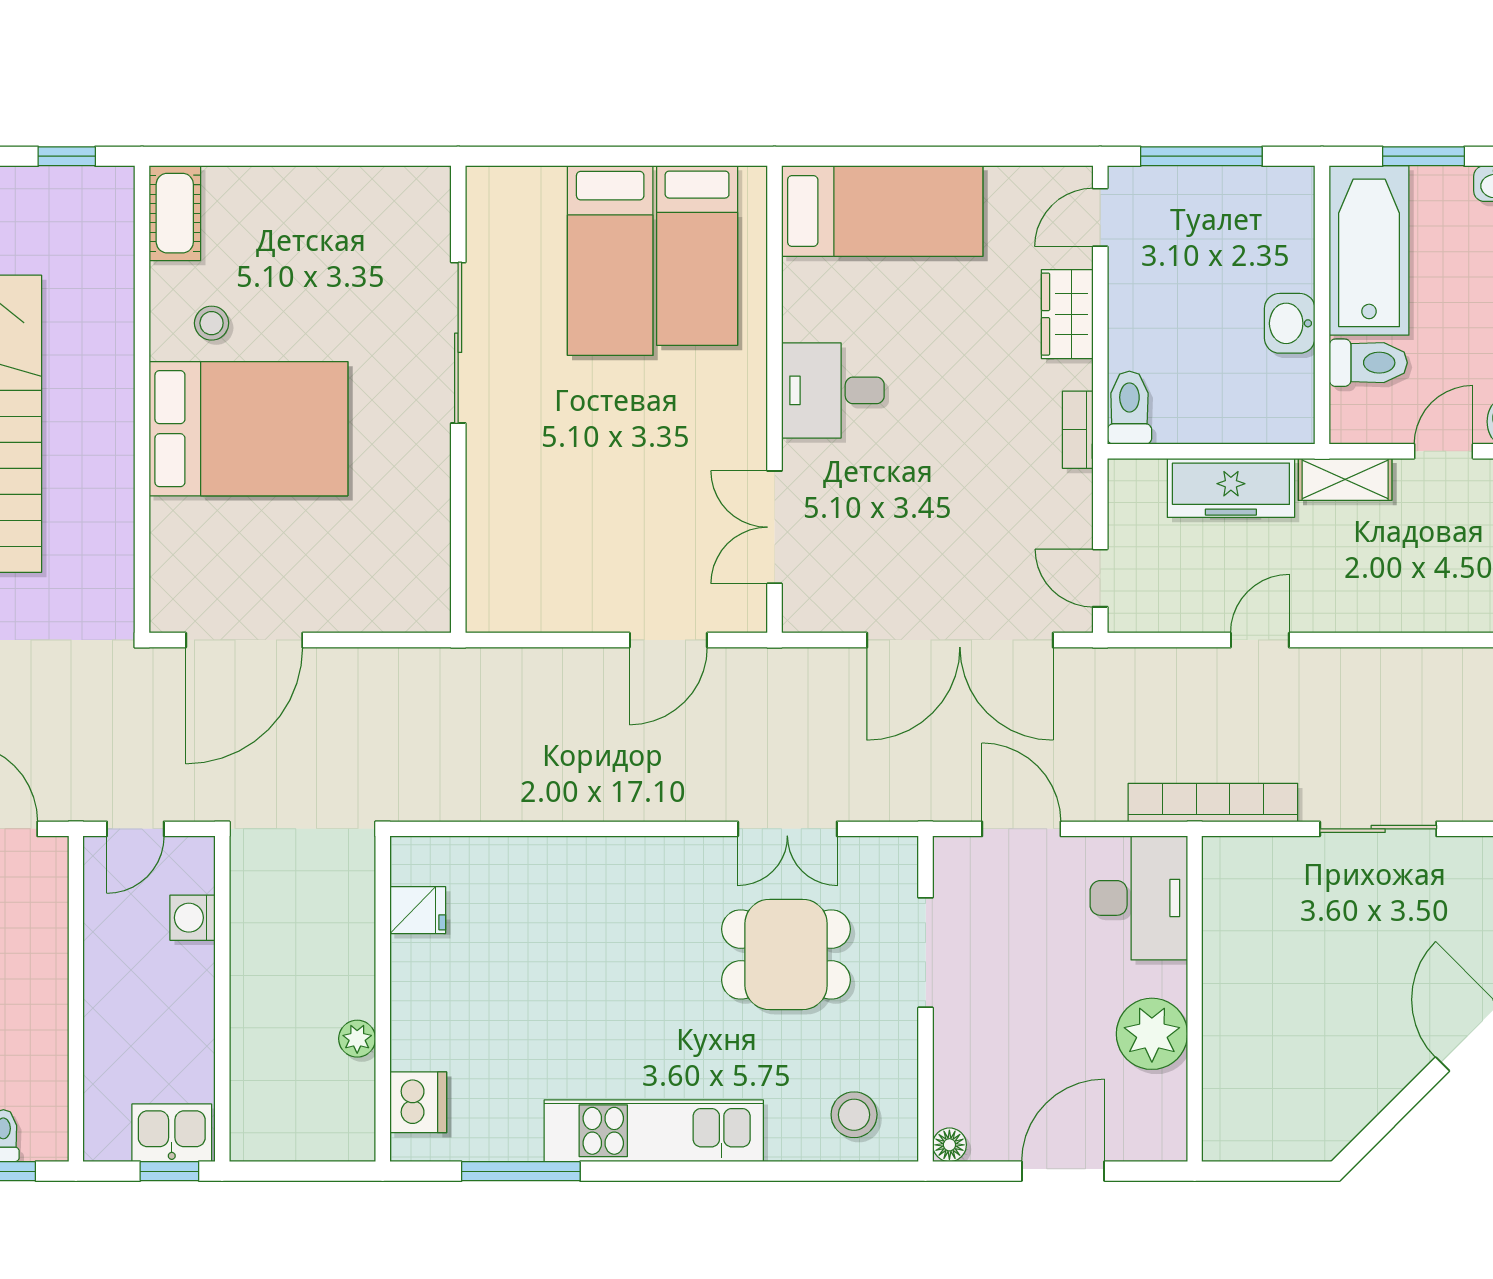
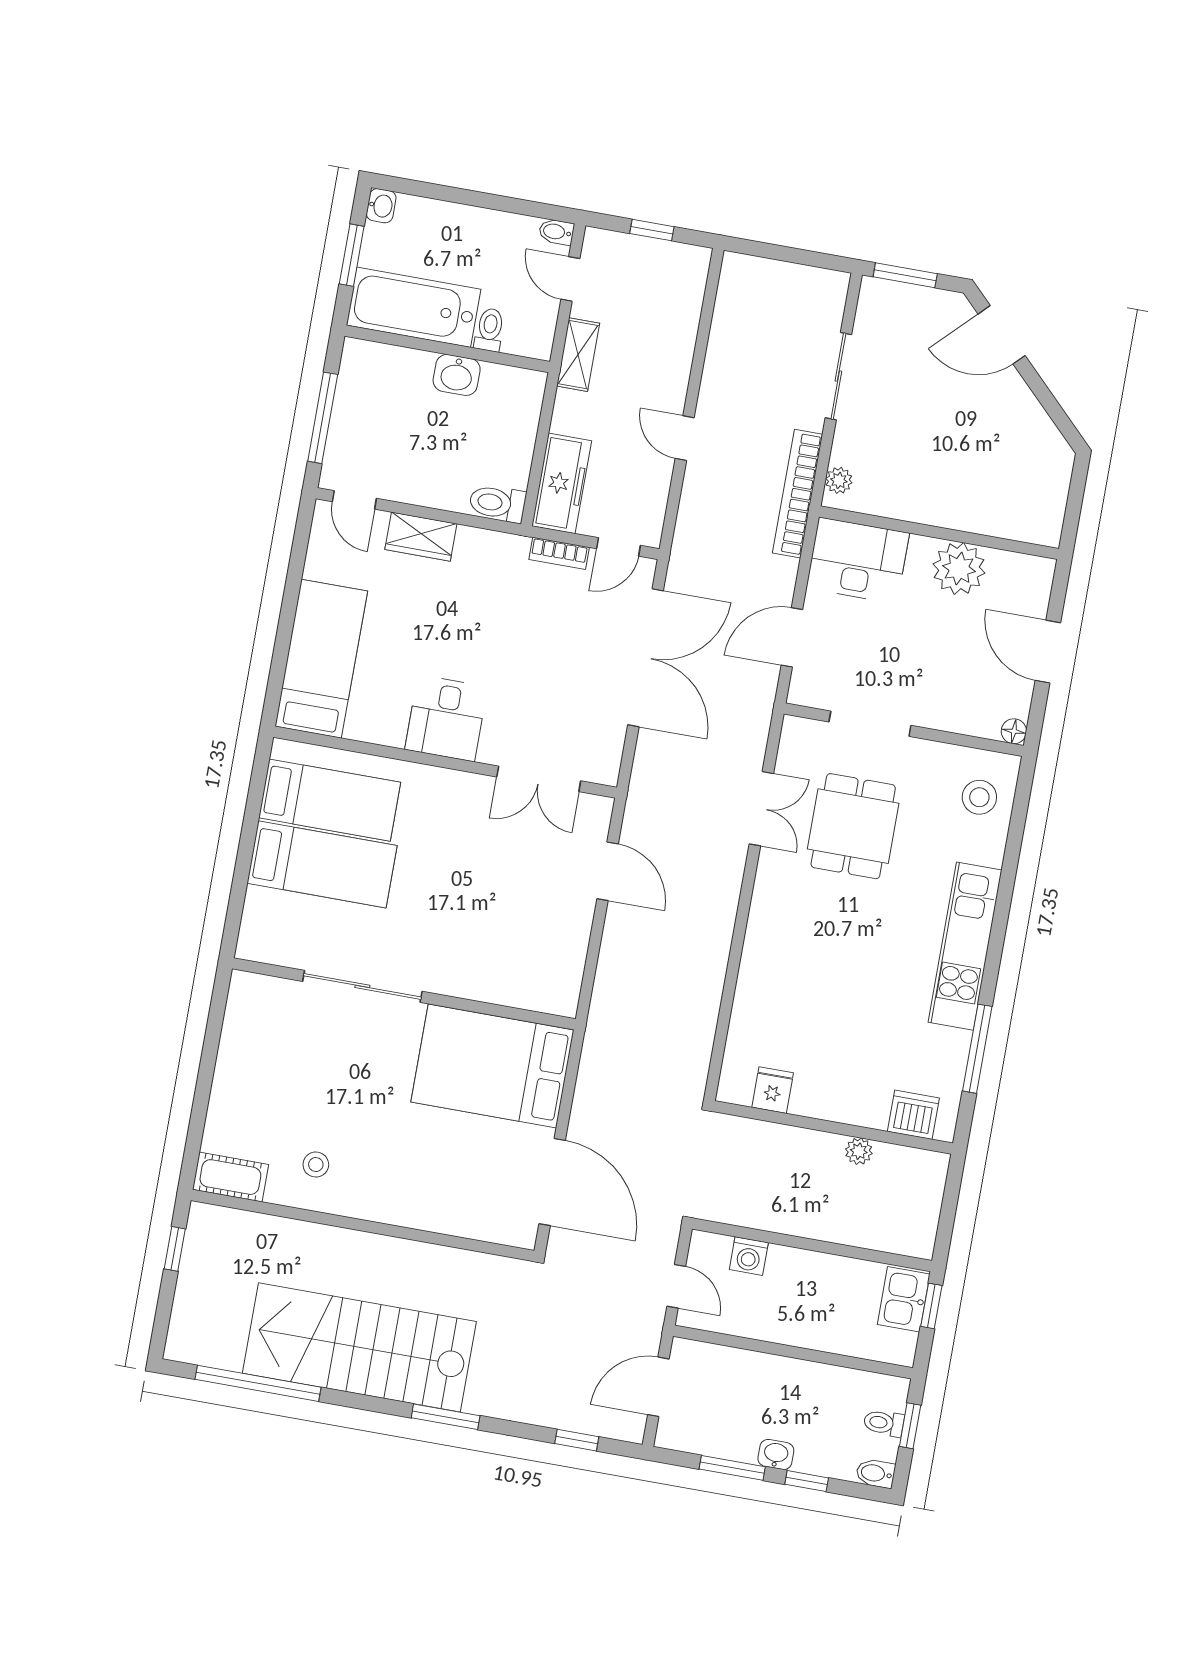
toilet: (1368, 363) -> (490, 330), width x0.73, depth x0.72
bed: (248, 429) -> (492, 1066), moved, turned -90
bookcase: (1078, 430) -> (559, 553), moved
freezer: (1231, 488) -> (562, 483), moved
plant: (1240, 854) -> (839, 480), added

